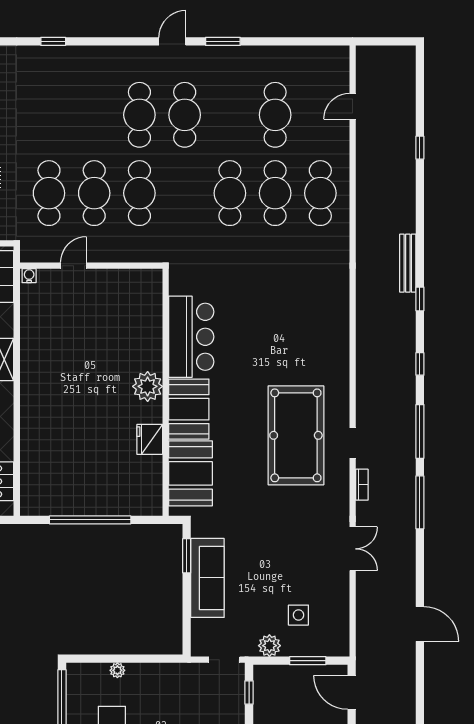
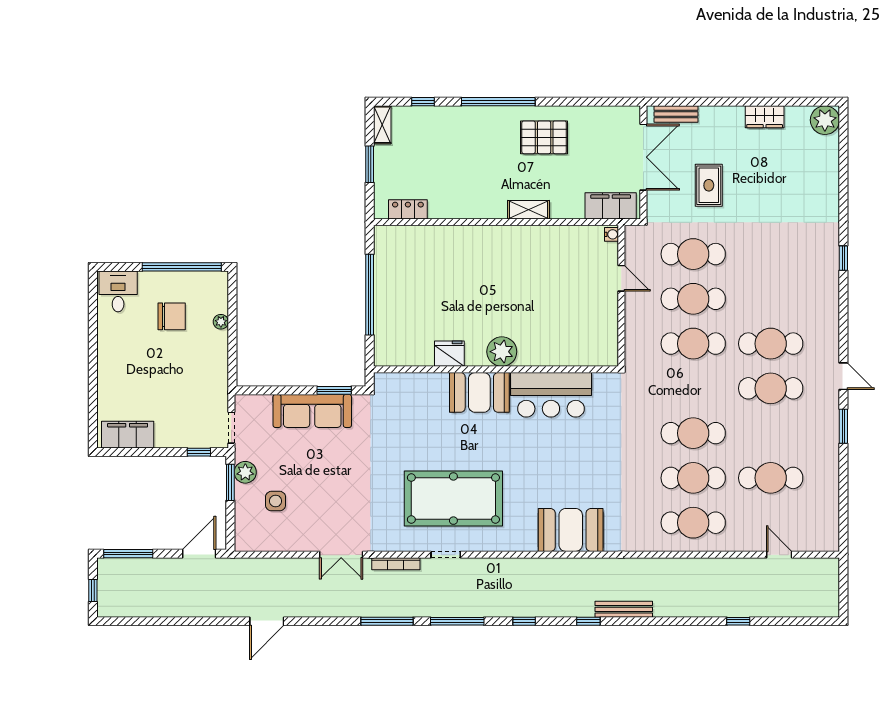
booth: (190, 473) -> (571, 530), moved
bookcase: (362, 485) -> (396, 564), width x1.56
window: (308, 661) -> (230, 482), moved

